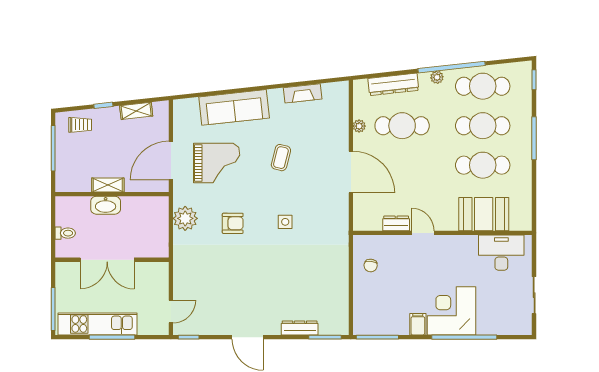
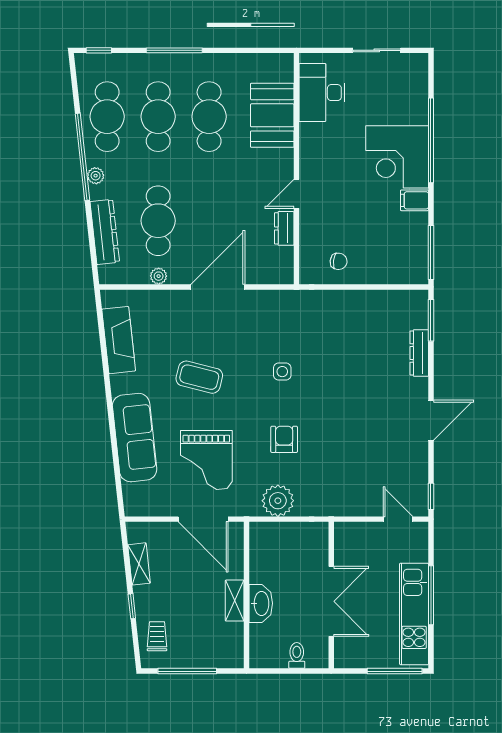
fireplace: (303, 93) -> (119, 340), width x1.37, depth x1.32
coffee table: (281, 158) -> (199, 377), width x1.36, depth x1.30
grand piano: (217, 163) -> (206, 460), turned 180

